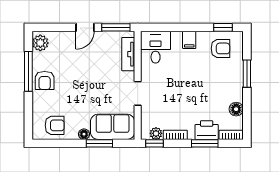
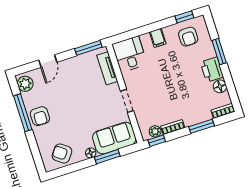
door: (85, 27) -> (48, 61), moved
armchair: (220, 48) -> (188, 37), turned 90
armchair: (55, 125) -> (62, 154), turned -143
printer: (207, 130) -> (212, 70), moved, turned -90

